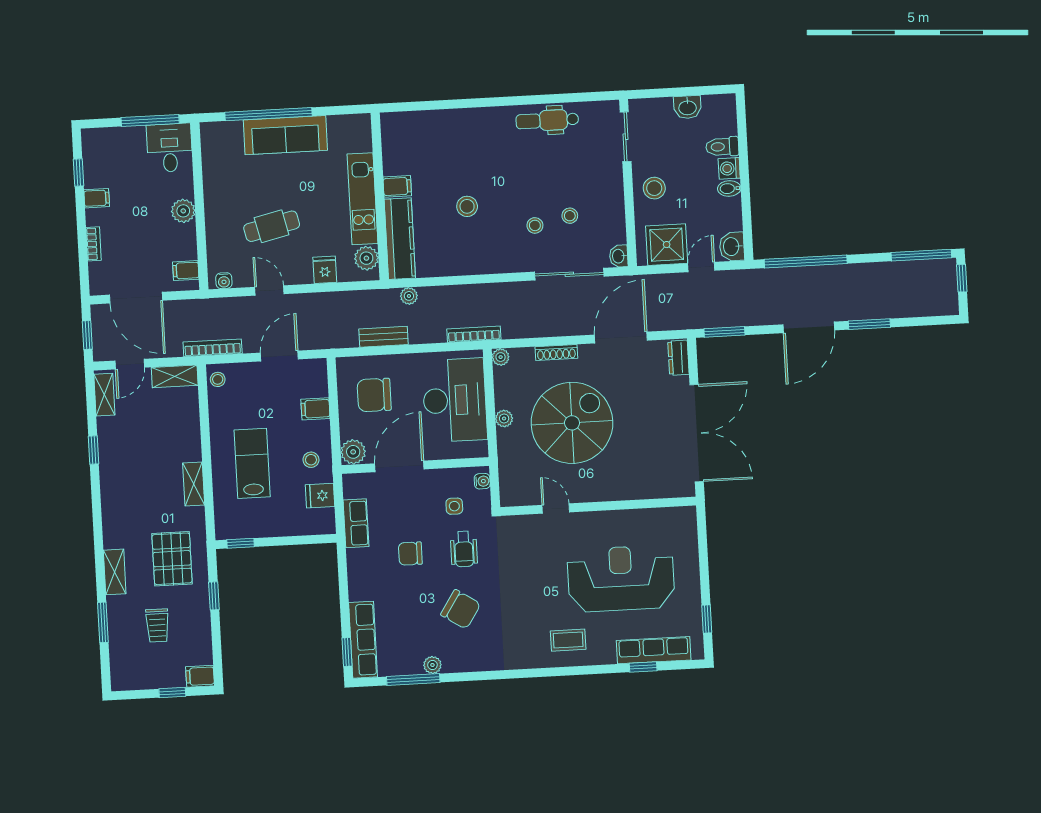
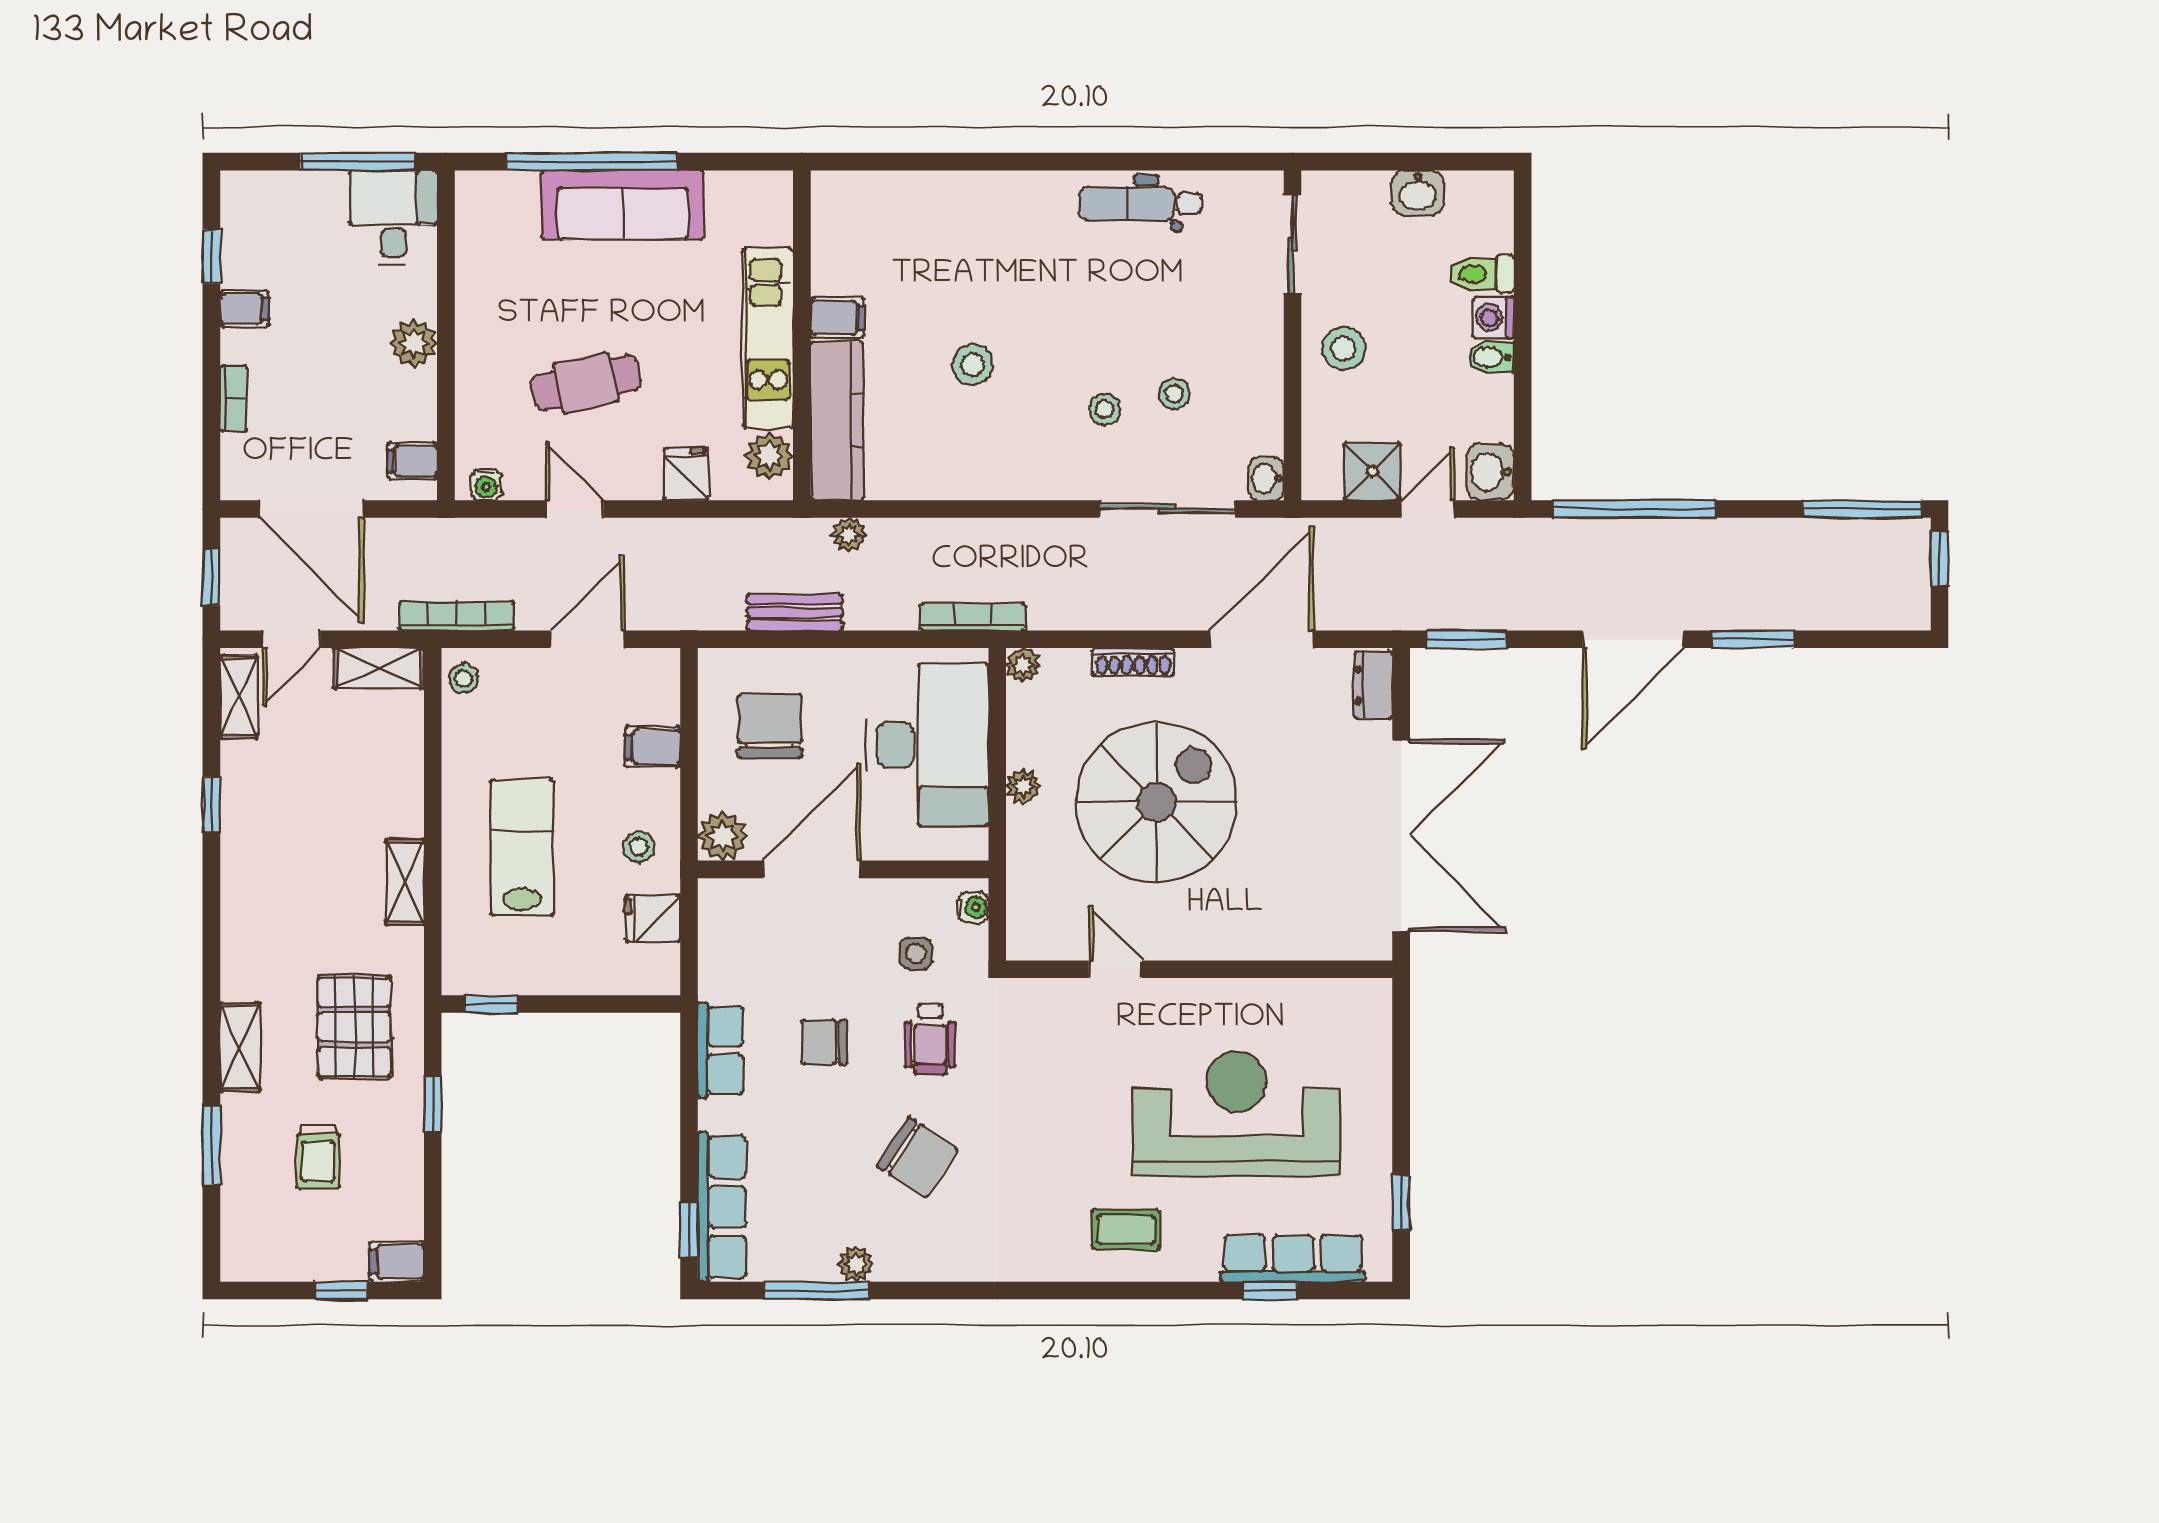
shower: (667, 245) -> (1372, 471), width x0.73, depth x0.73
chair: (374, 395) -> (770, 726), turned 90
row of seats: (356, 523) -> (720, 1050), moved

